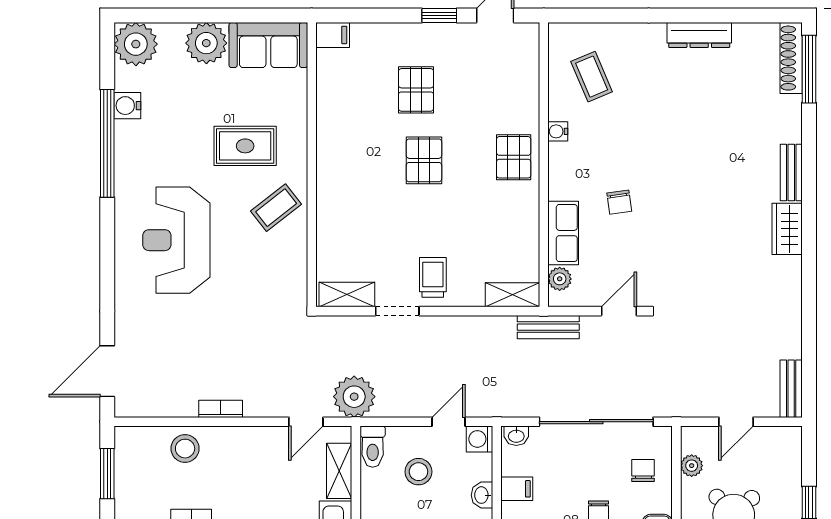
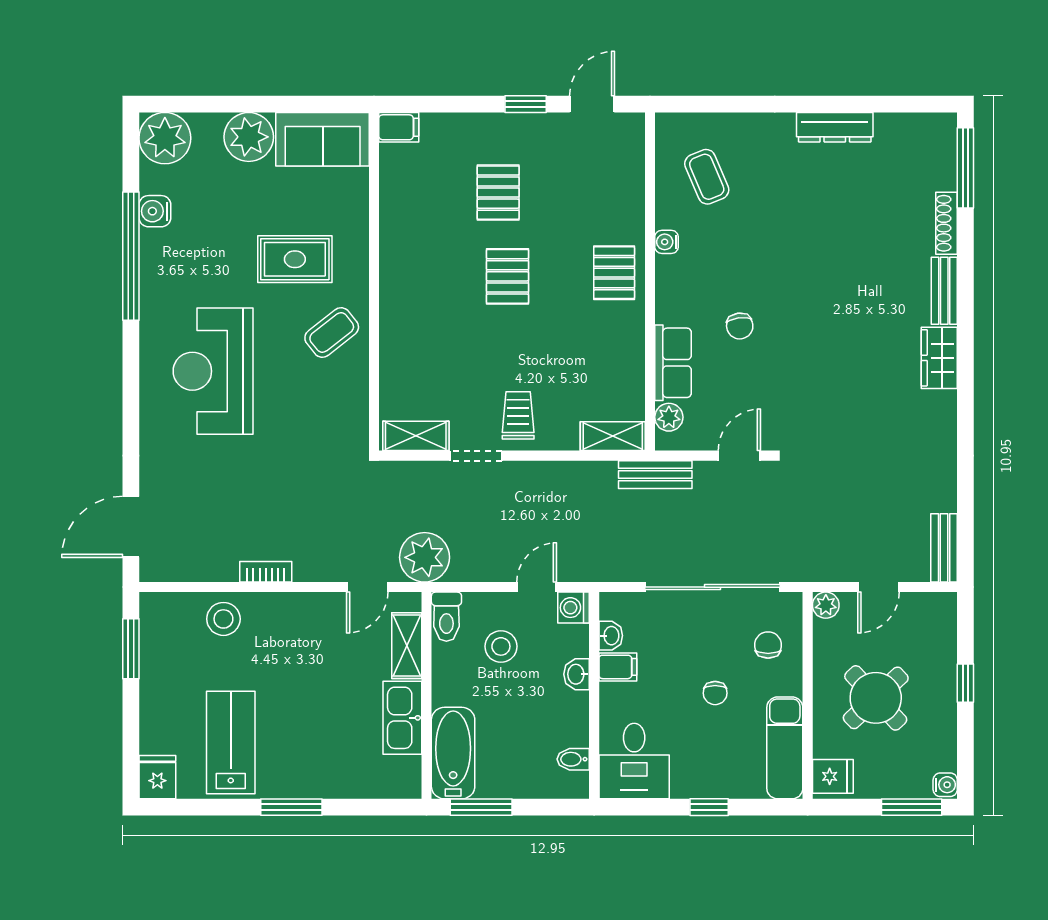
shoe rack: (791, 58) -> (946, 223), moved, width x0.74, depth x0.81
washbasin: (516, 436) -> (611, 636), moved, turned -90
plant: (692, 466) -> (826, 605), moved

